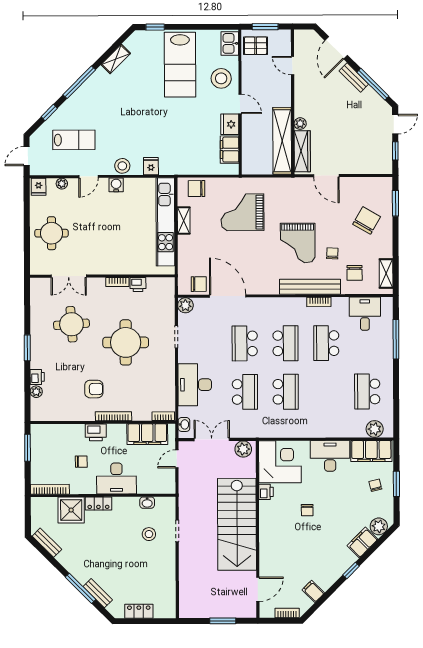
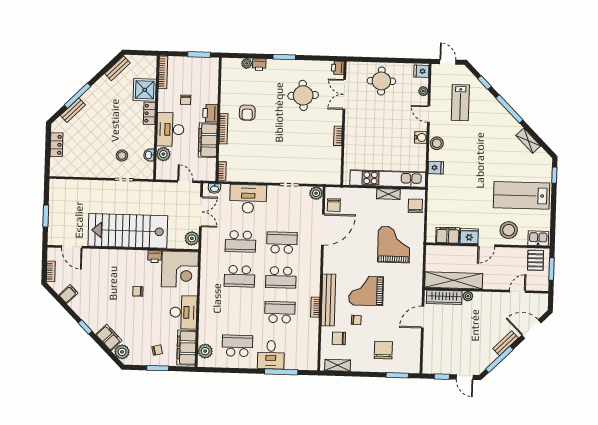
chair: (367, 220) -> (383, 350), turned -120
printer: (138, 284) -> (338, 68), moved
desk: (365, 314) -> (271, 355), moved, turned 90
round table: (126, 342) -> (286, 141), removed
filing cabinet: (147, 434) -> (208, 140), moved
plant: (146, 486) -> (163, 154), added

